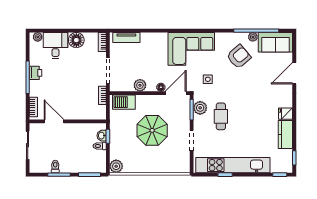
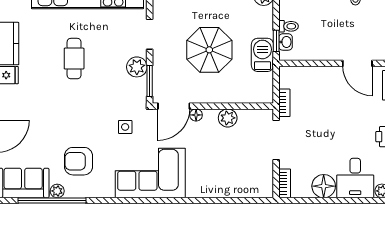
tv unit: (126, 37) -> (248, 190), removed
armchair: (239, 57) -> (78, 161), turned 40
barbecue: (124, 102) -> (262, 55), moved, turned -90
plant: (200, 108) -> (137, 67), moved
cafe table: (221, 116) -> (74, 59), moved

